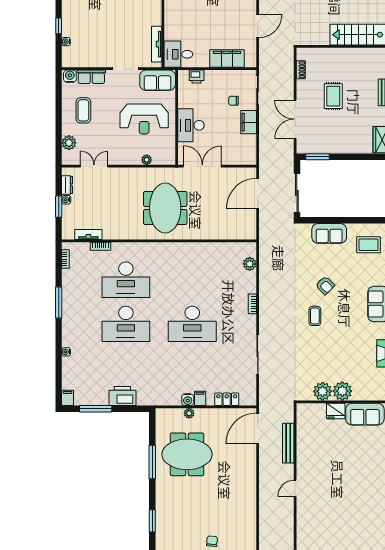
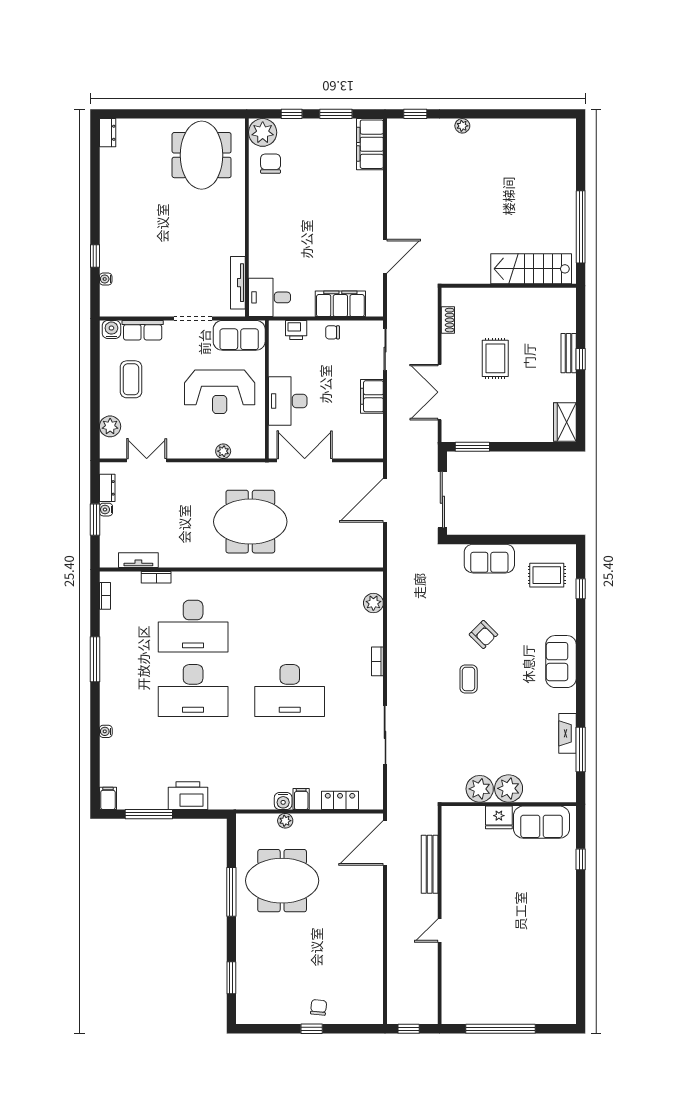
chair: (234, 101) -> (333, 332), moved
meeting table: (165, 208) -> (250, 522), turned 90

